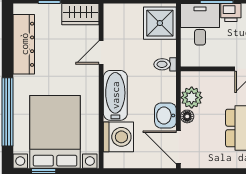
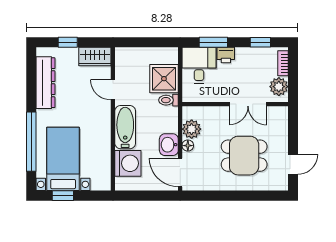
shower: (160, 23) -> (164, 79), moved
door: (101, 52) -> (113, 90), hinge flipped
bed with nightstands: (55, 132) -> (63, 159), width x0.73

